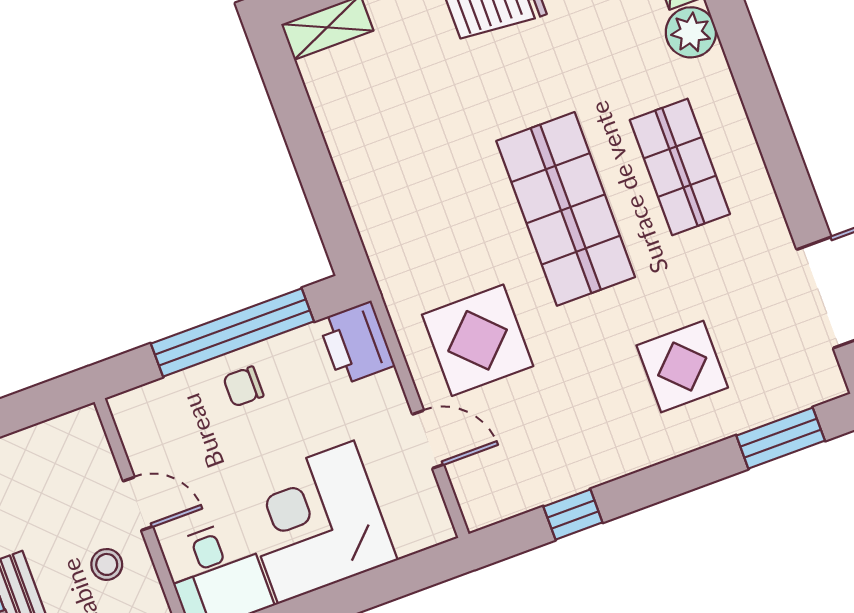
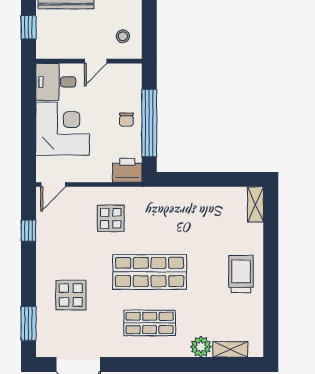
display table: (478, 340) -> (111, 218), width x0.73, depth x0.73
chair: (243, 387) -> (126, 120), turned 180
door: (428, 439) -> (53, 185), moved
stool: (107, 564) -> (123, 36), moved

